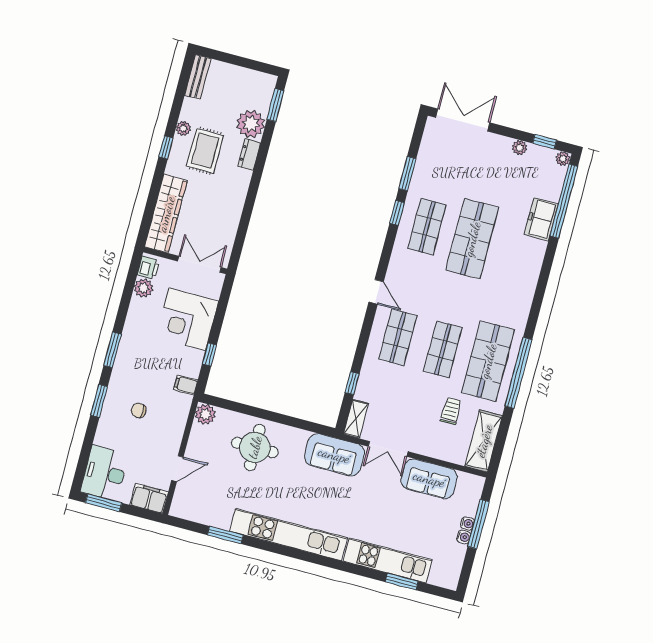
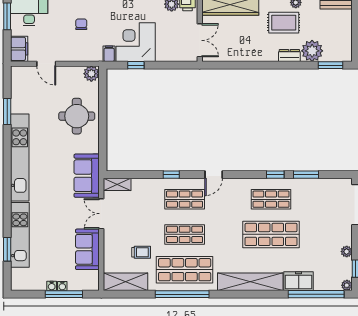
shelving: (526, 281) -> (250, 282), added
corner desk: (187, 319) -> (136, 42), moved
window: (352, 383) -> (171, 175), moved

